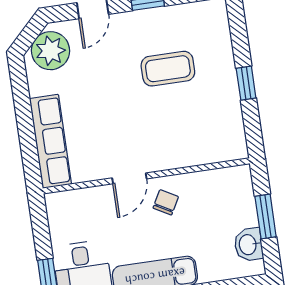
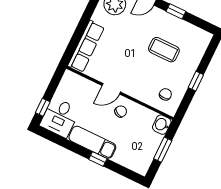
chair: (215, 133) -> (165, 94), added
washbasin: (248, 245) -> (162, 125), moved

